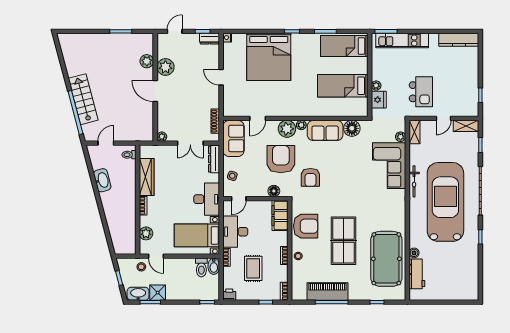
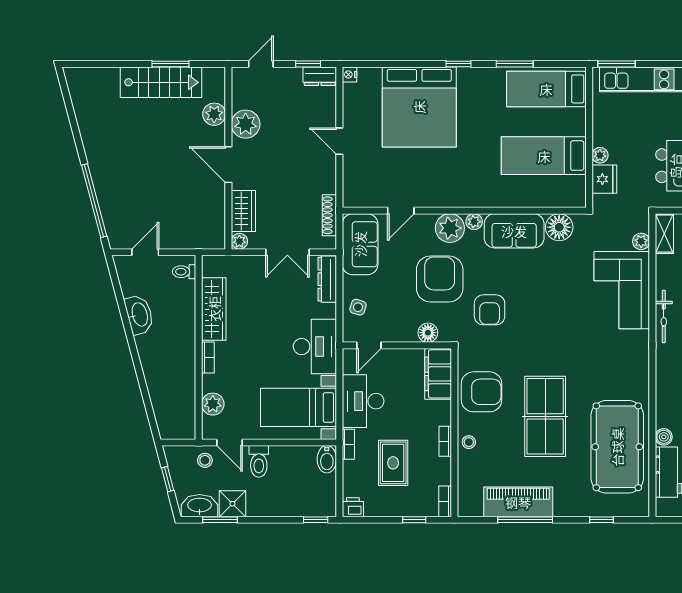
stairs: (83, 99) -> (161, 82), moved, turned 105
wardrobe: (164, 119) -> (243, 211), added
toilet: (201, 267) -> (259, 461), moved

